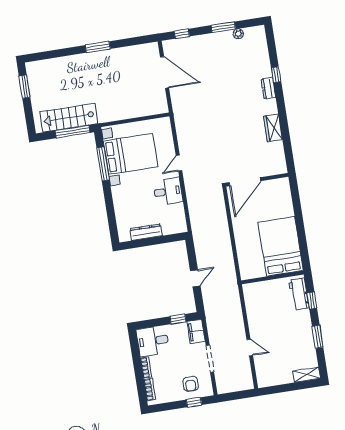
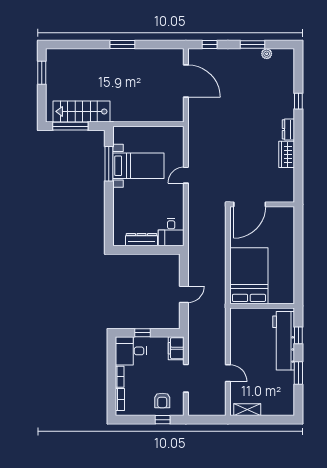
dresser: (268, 88) -> (288, 129), moved
window: (73, 132) -> (70, 126), moved
bed with nightstands: (131, 154) -> (138, 166), width x0.73
desk: (168, 191) -> (171, 232), moved, turned 90
bed: (281, 246) -> (249, 276), moved
workbench: (299, 294) -> (284, 341), width x1.88, depth x1.32
window: (178, 319) -> (143, 333), moved
shelving: (307, 375) -> (247, 410), moved

